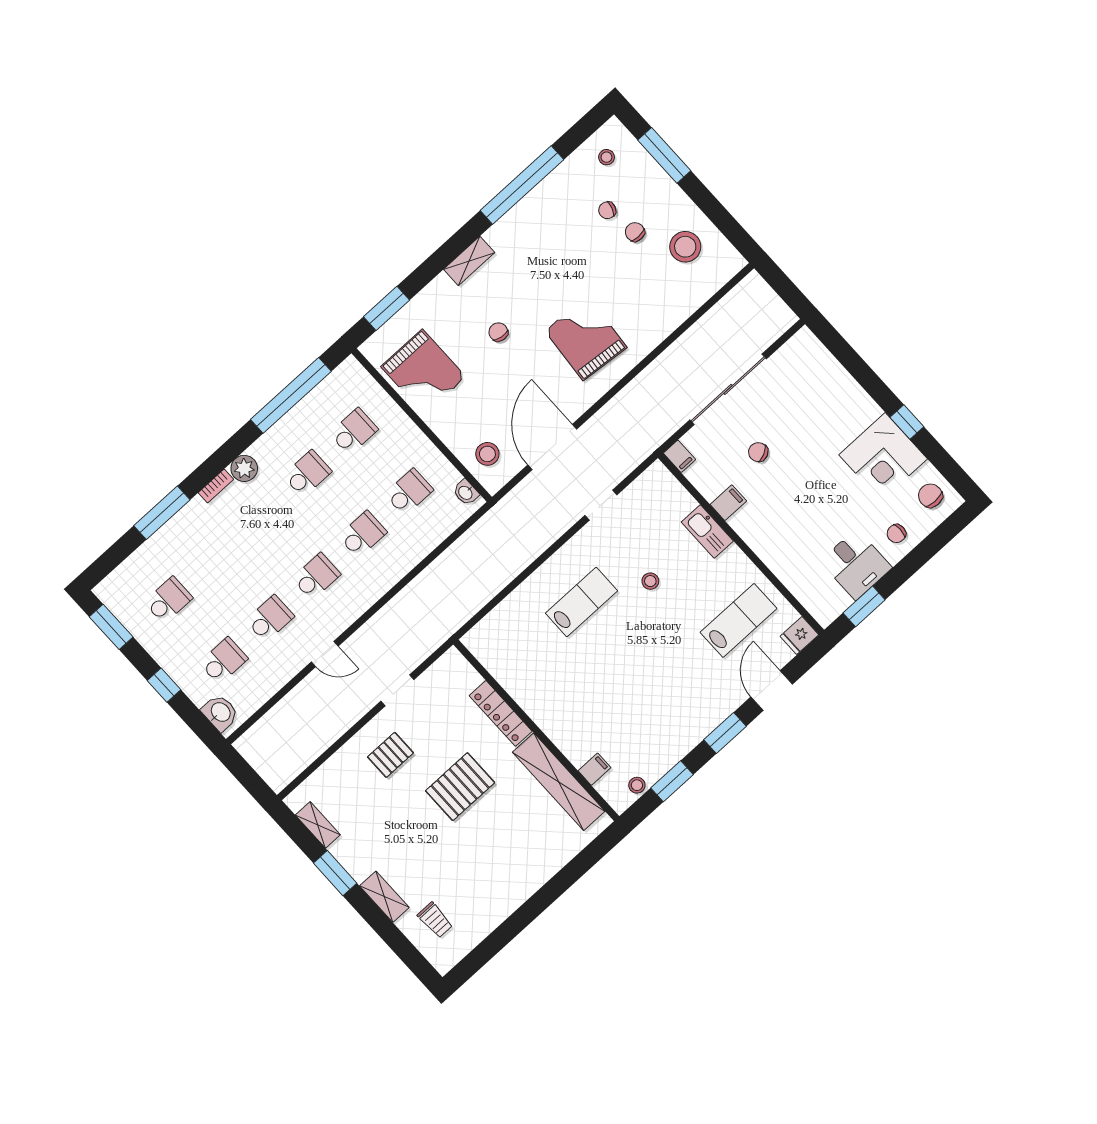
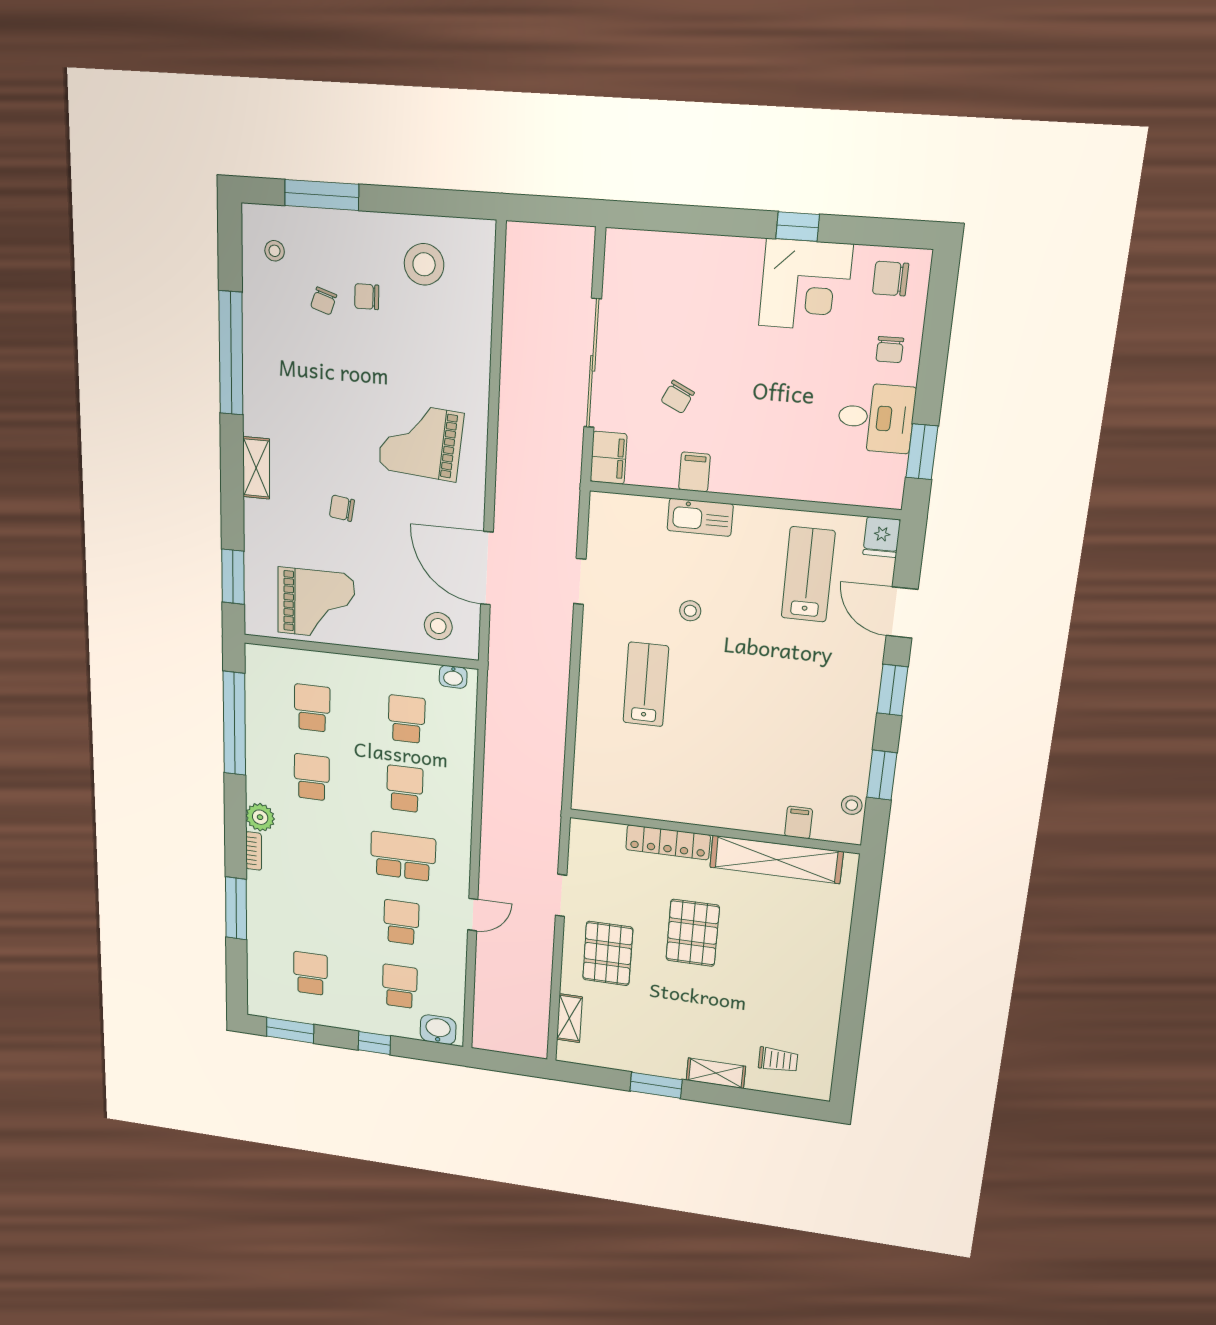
chair: (758, 452) -> (678, 397), turned -38
filing cabinet: (679, 456) -> (609, 458), width x2.00
school desk: (316, 576) -> (403, 856), width x1.85
pallet: (390, 755) -> (608, 953), width x1.50, depth x1.42
shelving: (318, 825) -> (569, 1018), moved, turned 90

